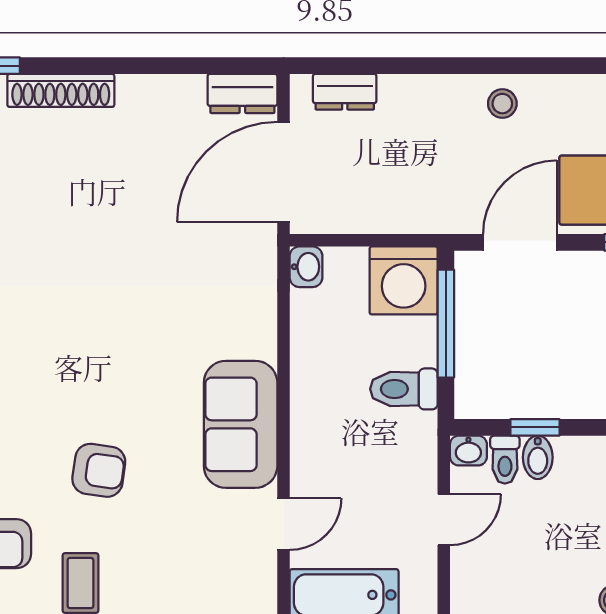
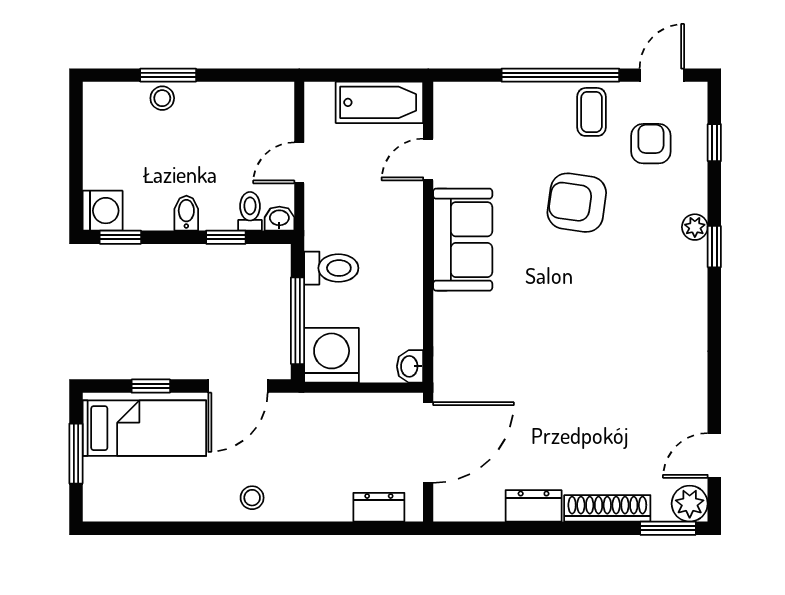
dresser: (242, 93) -> (534, 506), moved
bidet: (538, 457) -> (186, 213), moved
armchair: (99, 470) -> (577, 203), width x1.38, depth x1.38

